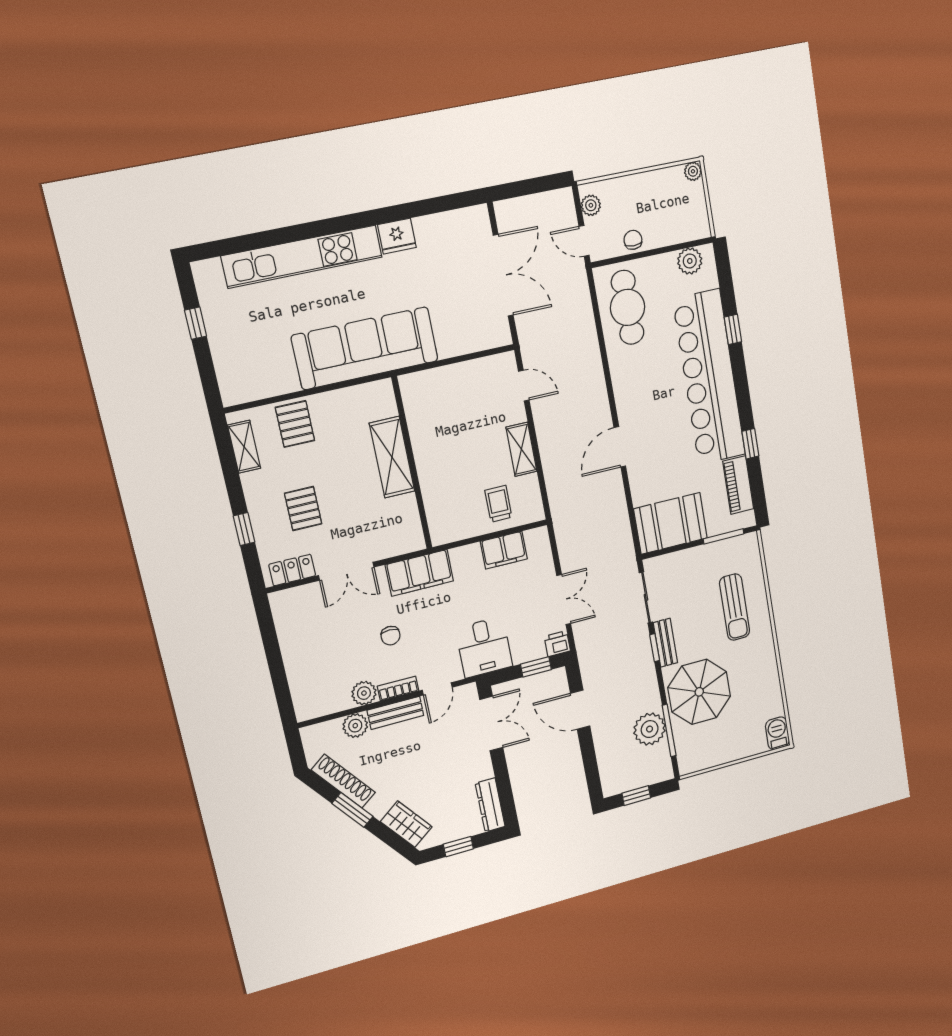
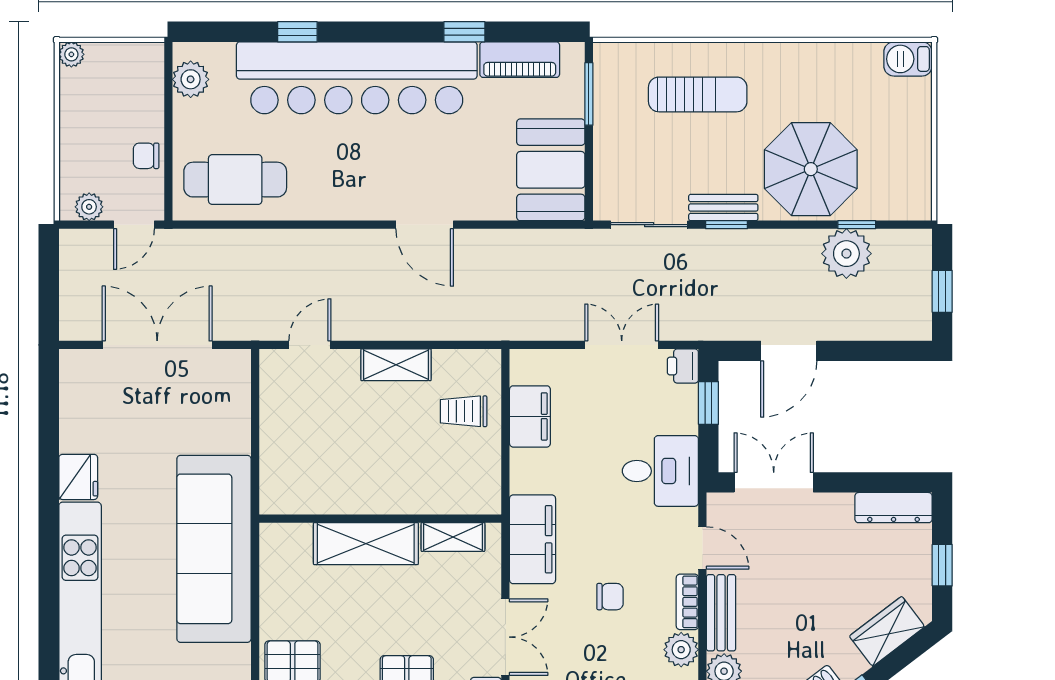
shelving: (410, 517) -> (453, 537), added
window: (669, 730) -> (857, 225), width x0.46

